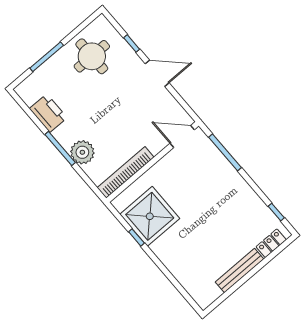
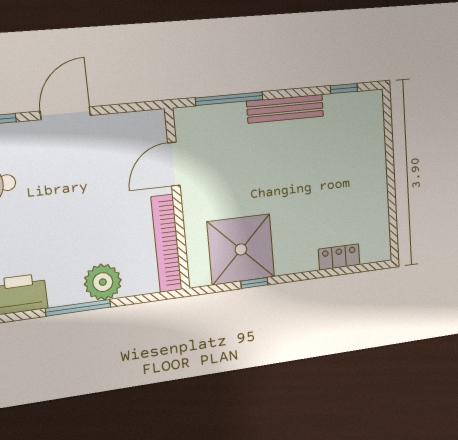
door: (182, 136) -> (174, 164), moved
locker: (271, 243) -> (339, 257), moved, turned 90
bench: (240, 271) -> (285, 109), moved, turned 90

